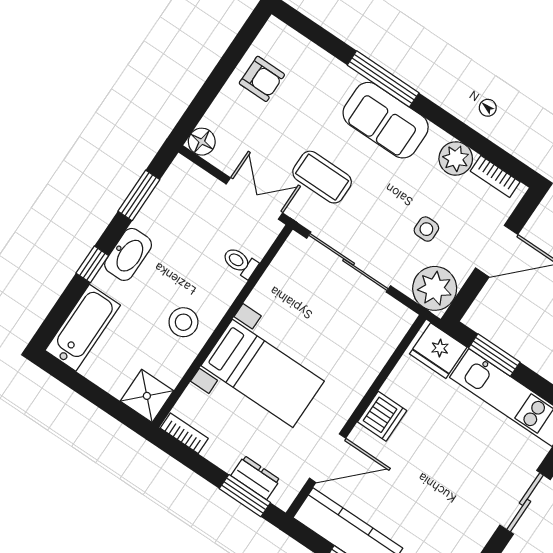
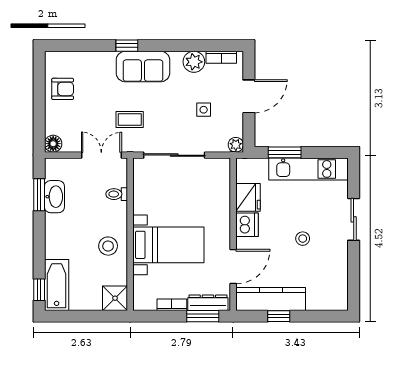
window: (383, 79) -> (127, 46), width x0.46
coffee table: (322, 177) -> (130, 119), width x0.73, depth x0.77
washbasin: (128, 254) -> (54, 197), moved
window: (92, 264) -> (39, 290), moved
plant: (435, 288) -> (236, 145), width x0.53, depth x0.53
fridge: (438, 351) -> (248, 197), moved, turned -90
bookcase: (184, 433) -> (172, 305), moved
dresser: (255, 478) -> (208, 303), width x1.44
stool: (442, 483) -> (303, 239), added

